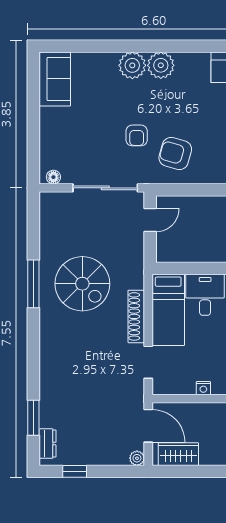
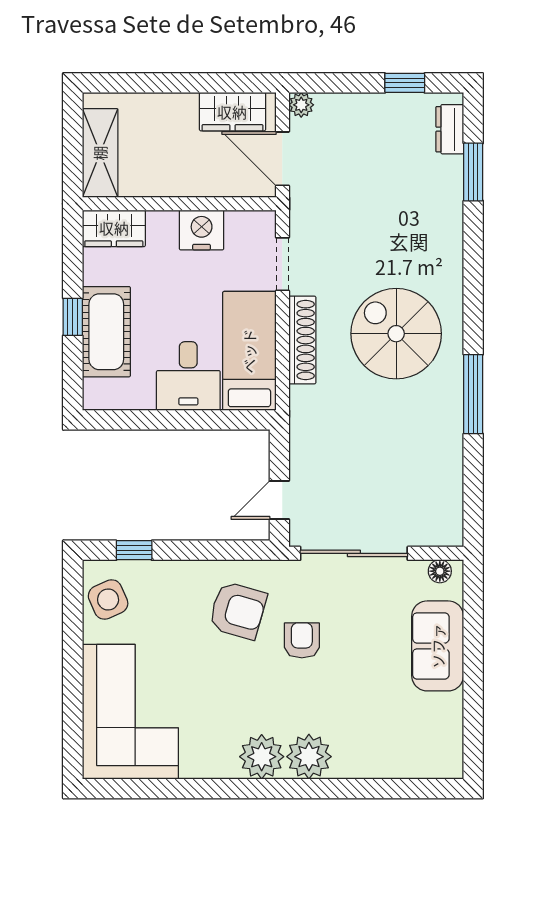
sofa: (55, 79) -> (438, 646), moved
spiral stairs: (82, 284) -> (396, 334), moved
nightstand: (203, 388) -> (202, 230), width x1.89, depth x1.79

